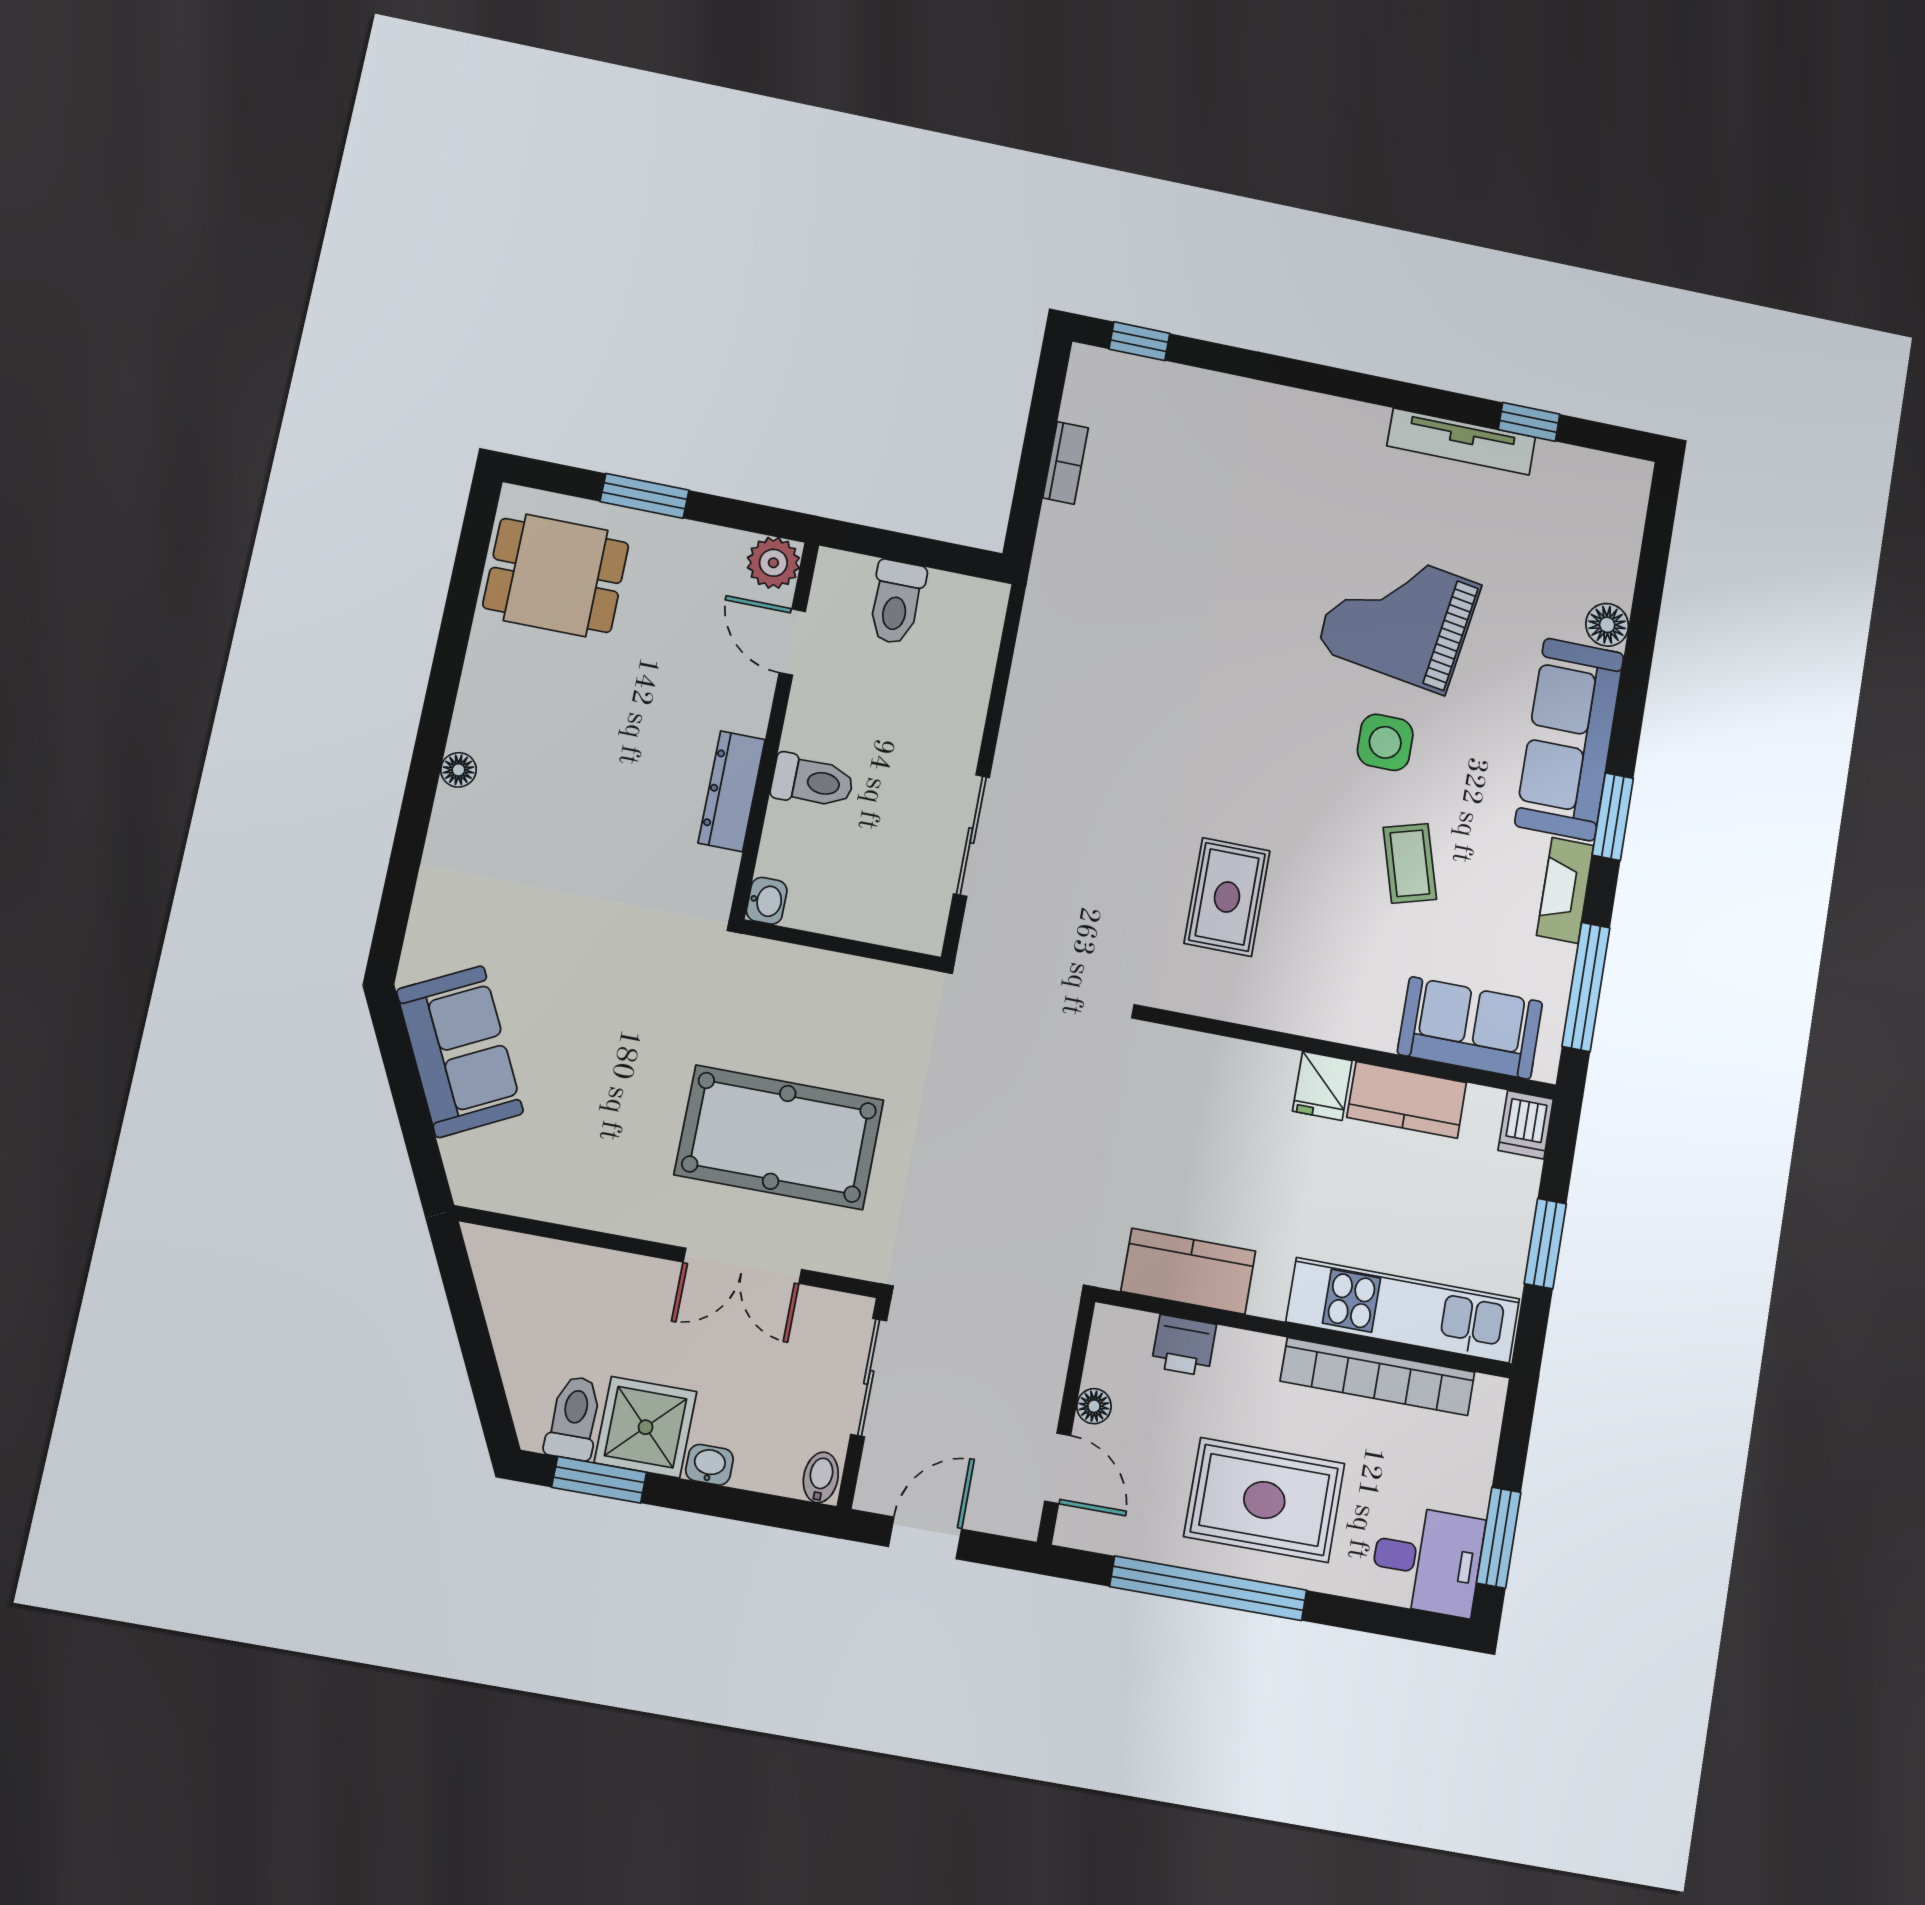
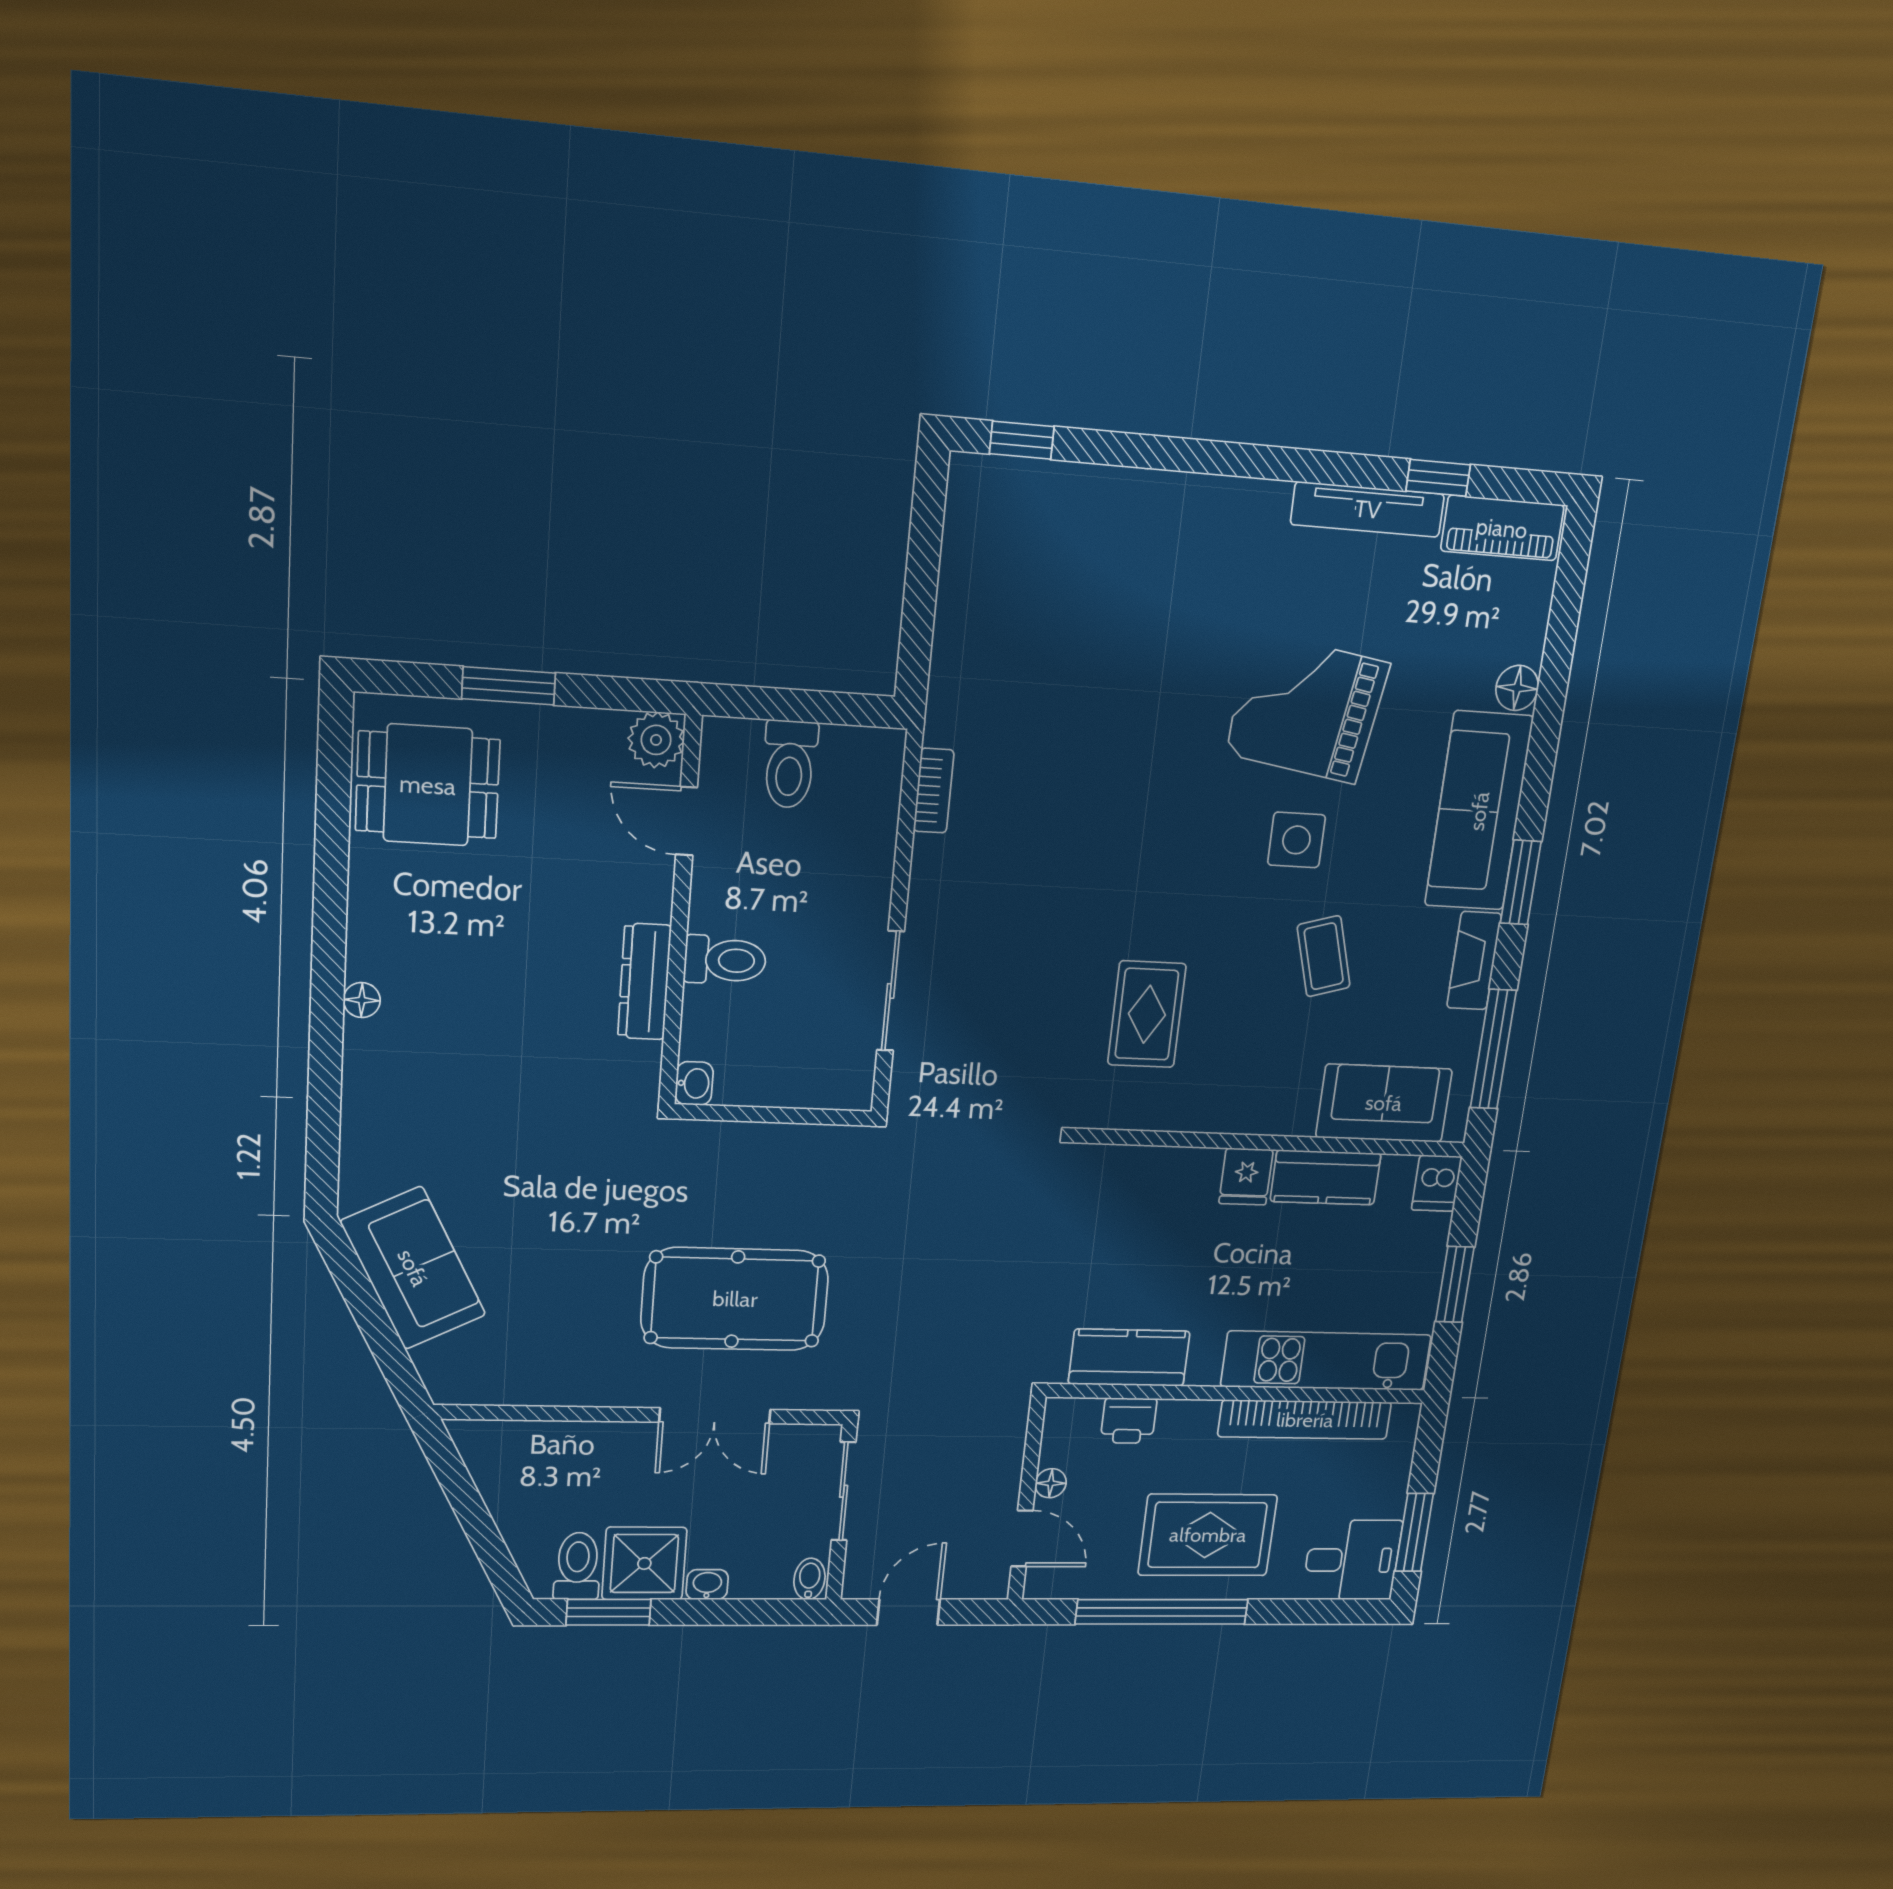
bookcase: (1066, 463) -> (934, 791), moved
piano: (1591, 474) -> (1502, 528), added

